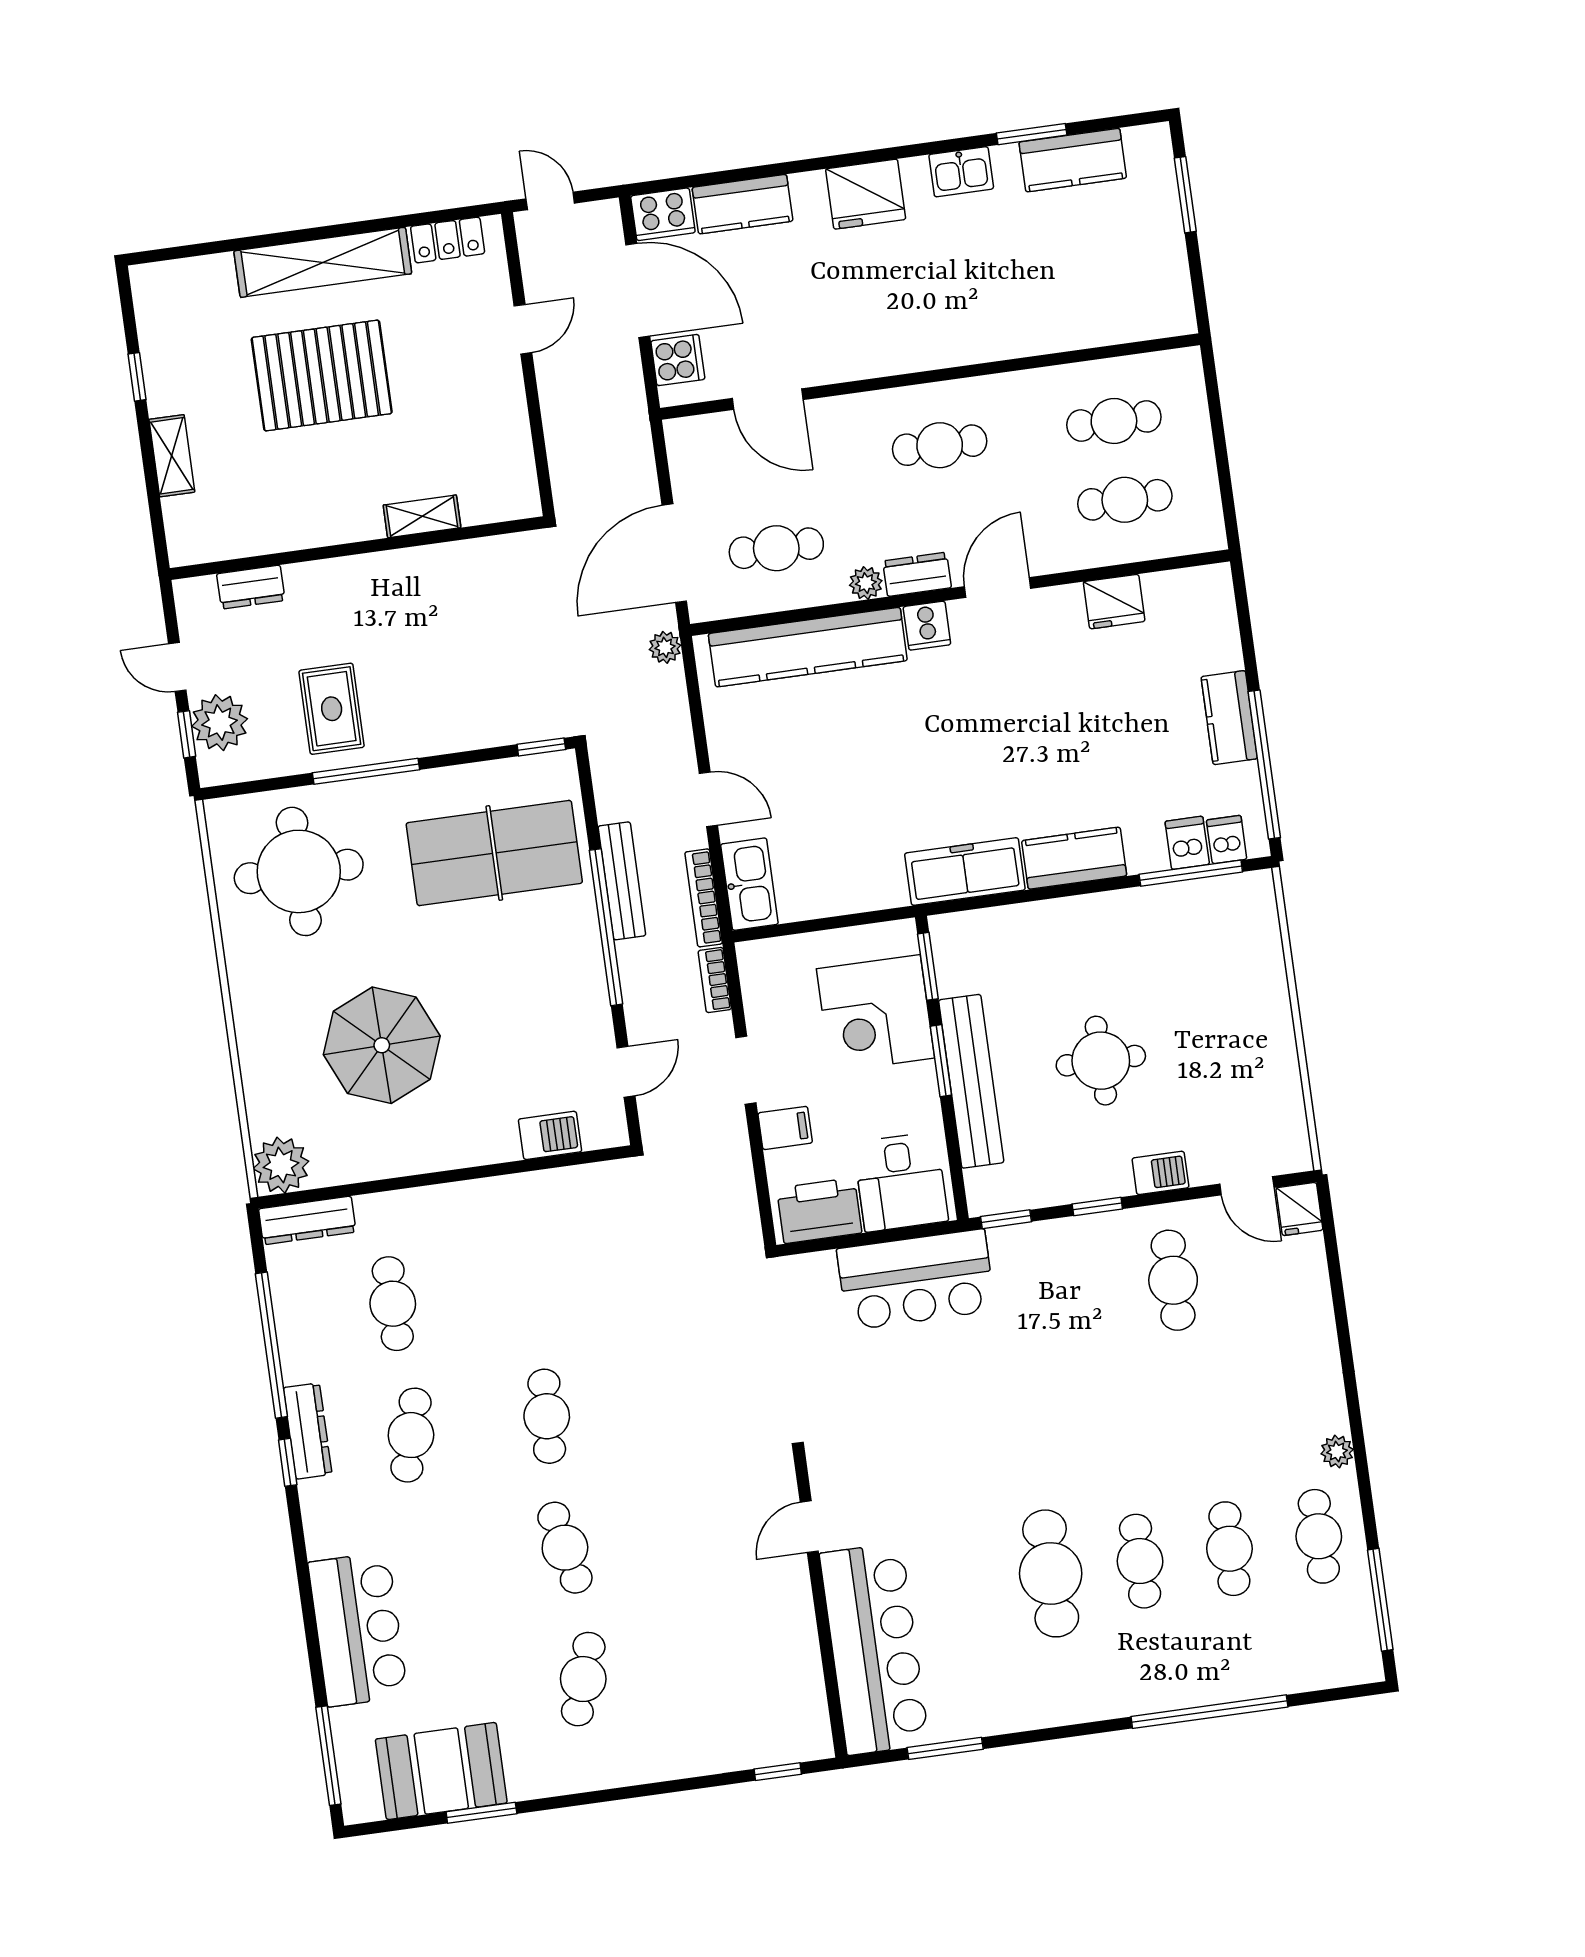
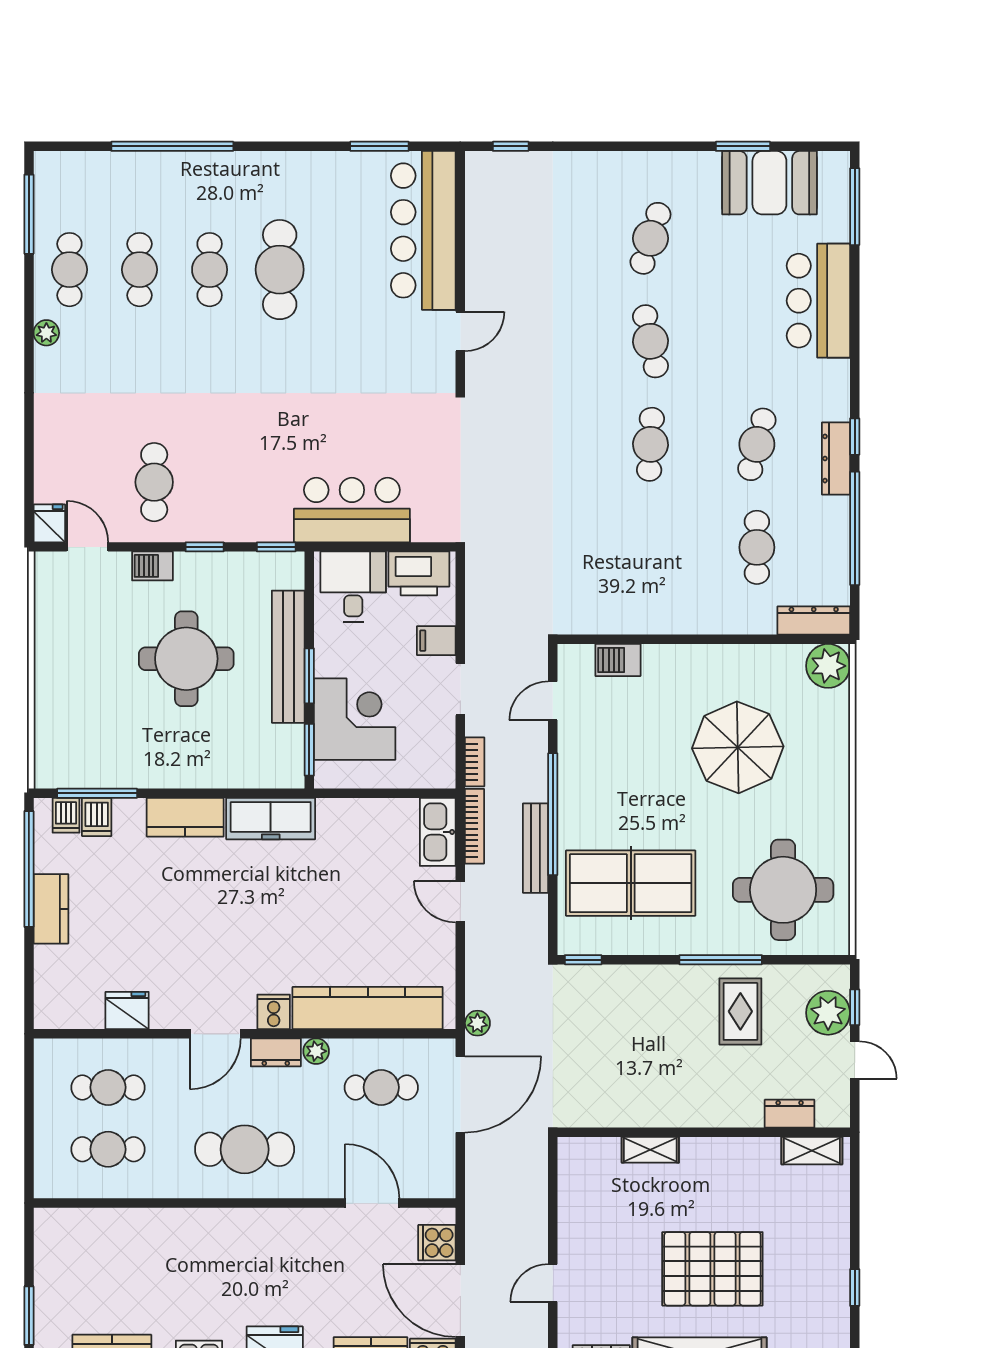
cafe table: (940, 445) -> (245, 1149), width x1.37, depth x1.35
shelving: (172, 456) -> (812, 1151), moved, turned 90
round table: (1101, 1061) -> (186, 659), width x1.36, depth x1.36

